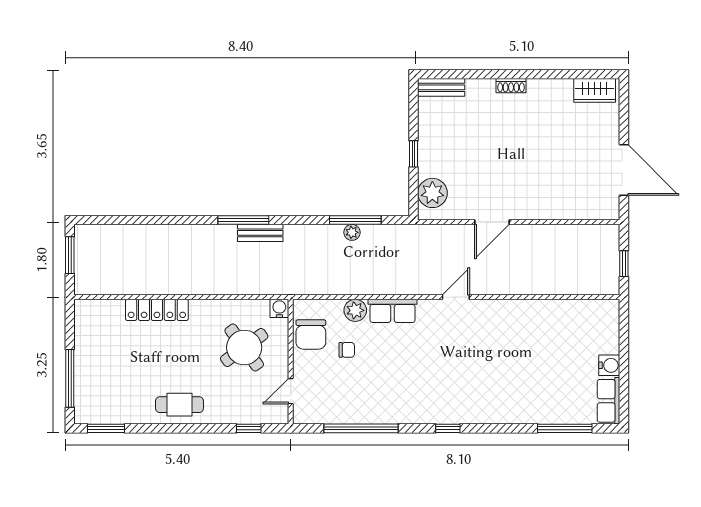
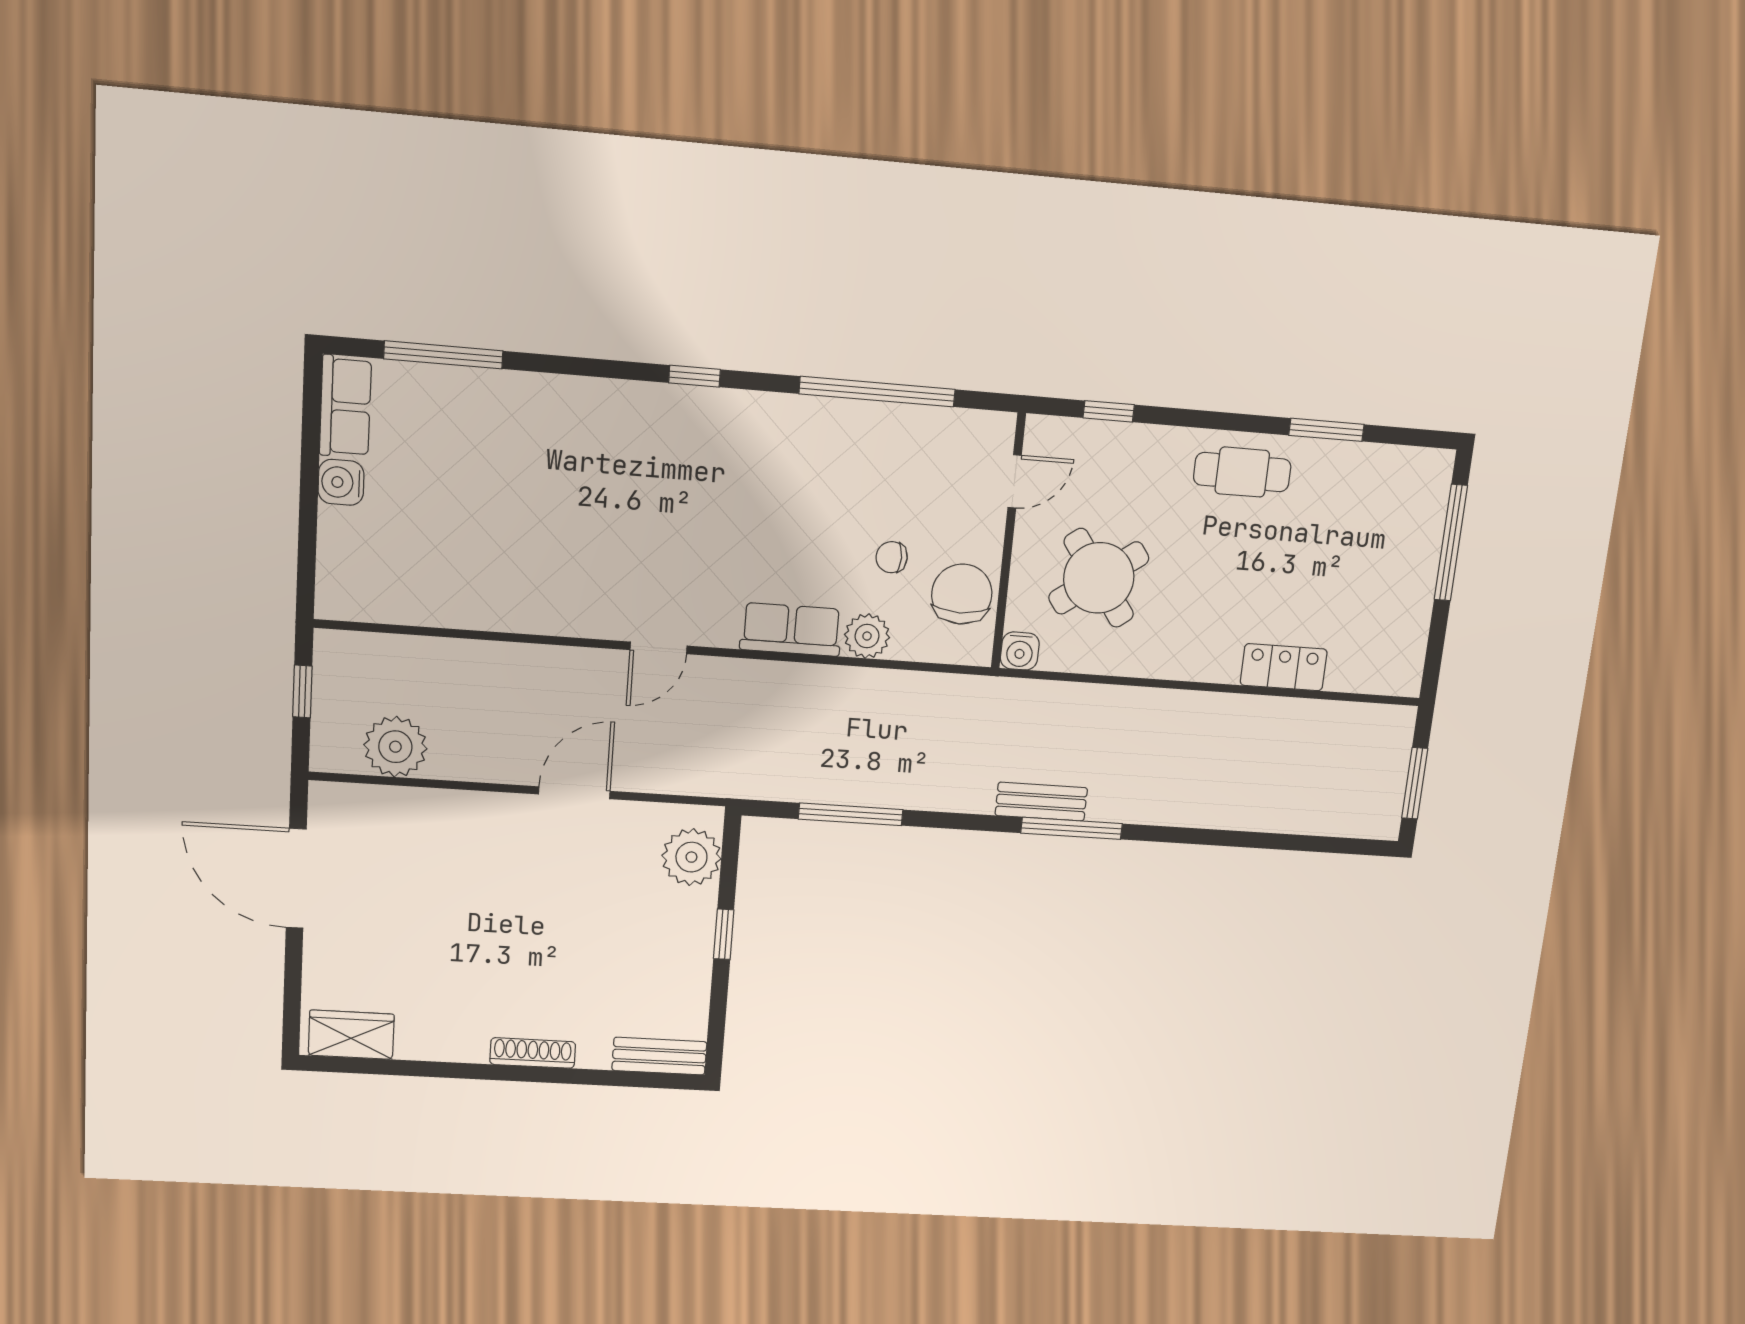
shoe rack: (511, 86) -> (533, 1053), width x1.43
plant: (352, 232) -> (395, 747), moved, width x1.87, depth x1.87
locker: (157, 310) -> (1284, 667), width x0.66
window: (106, 428) -> (1326, 430), moved

